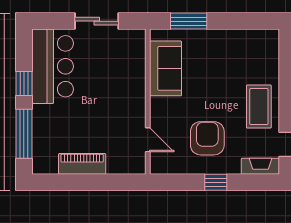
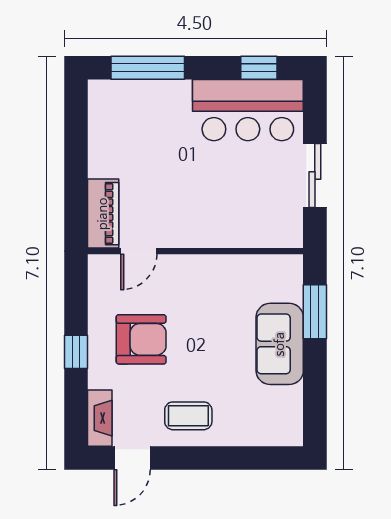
sofa: (166, 68) -> (280, 344), moved, turned 90
window: (24, 83) -> (259, 68), moved
coffee table: (259, 106) -> (188, 416), width x0.73, depth x0.77
piano: (82, 164) -> (103, 214), moved

